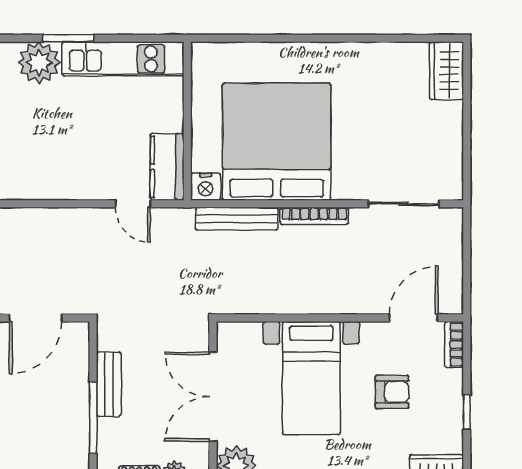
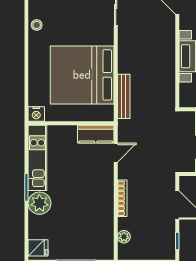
stool: (369, 57) -> (37, 25), added
nightstand: (206, 187) -> (36, 114), moved, turned 90
bookcase: (314, 216) -> (122, 198), moved

